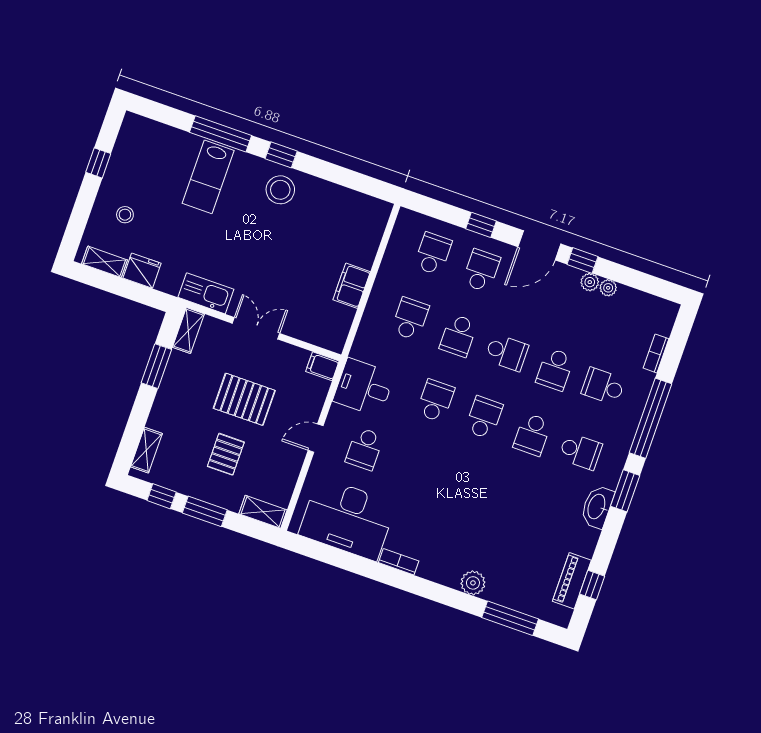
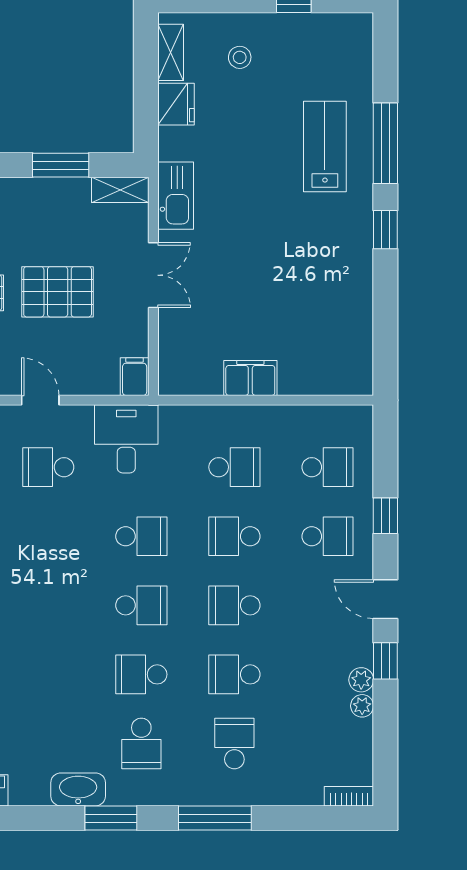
lab bench: (208, 177) -> (325, 146), turned 90
stool: (280, 190) -> (341, 244), removed
door: (539, 245) -> (385, 599), width x0.73
school desk: (507, 352) -> (234, 605), turned 90
bookcase: (656, 353) -> (349, 796), moved
pallet: (244, 399) -> (58, 292), turned 90
window: (651, 418) -> (215, 818), width x0.68

